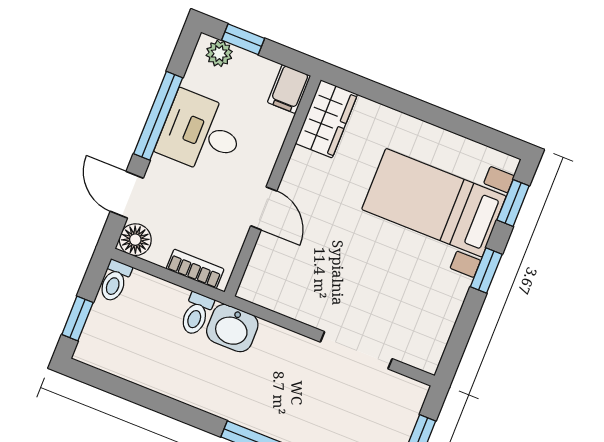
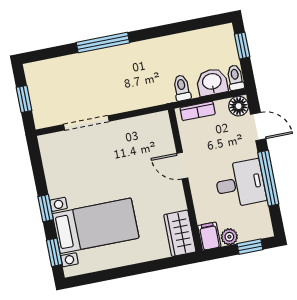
plant: (219, 53) -> (229, 237), moved
washbasin: (232, 328) -> (212, 82), moved

